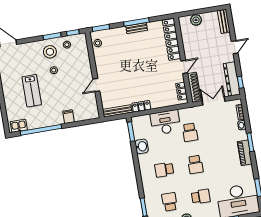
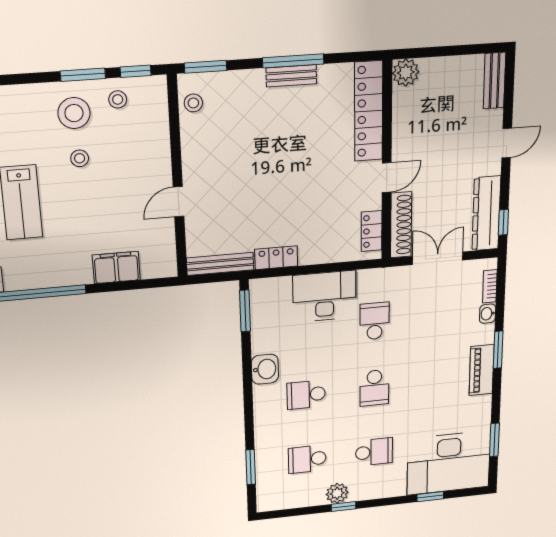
plant: (196, 20) -> (406, 73), moved
filing cabinet: (68, 117) -> (116, 268), width x2.00
school desk: (190, 132) -> (375, 321), turned 180
washbasin: (142, 146) -> (265, 369), moved
school desk: (170, 202) -> (307, 459), turned -90

